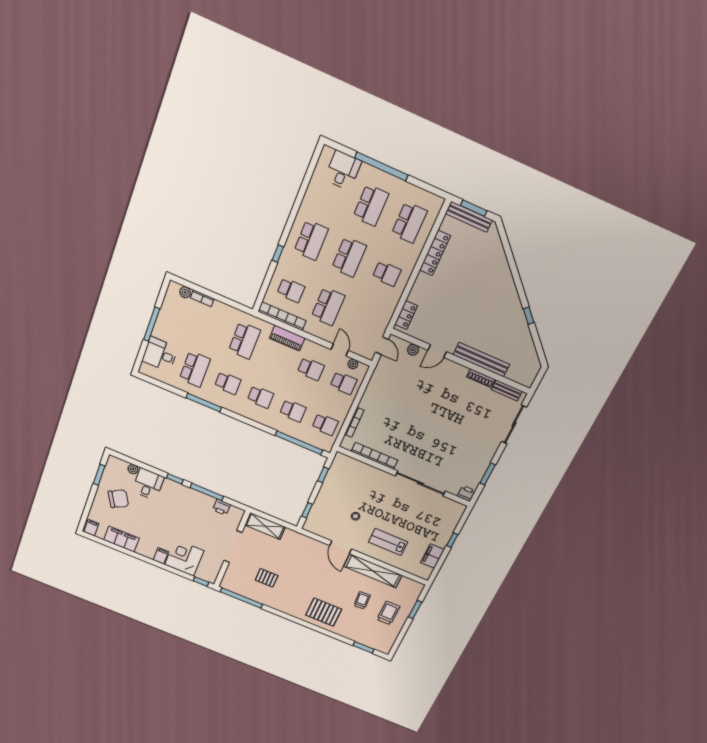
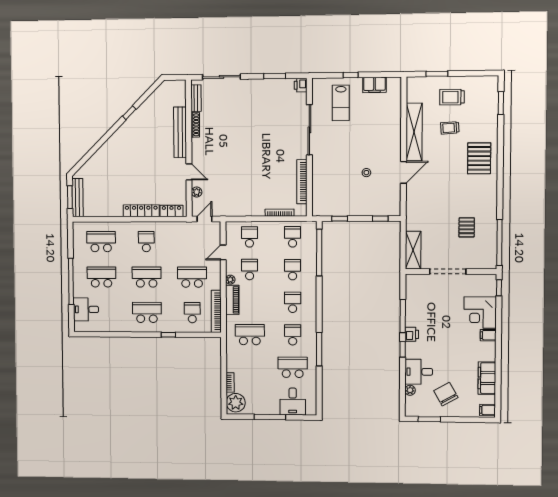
locker: (435, 253) -> (141, 211), moved
plant: (185, 292) -> (236, 403), width x1.88, depth x1.88
plant: (353, 364) -> (230, 280), moved
printer: (222, 507) -> (412, 334), moved
lab bench: (388, 542) -> (341, 103), moved

